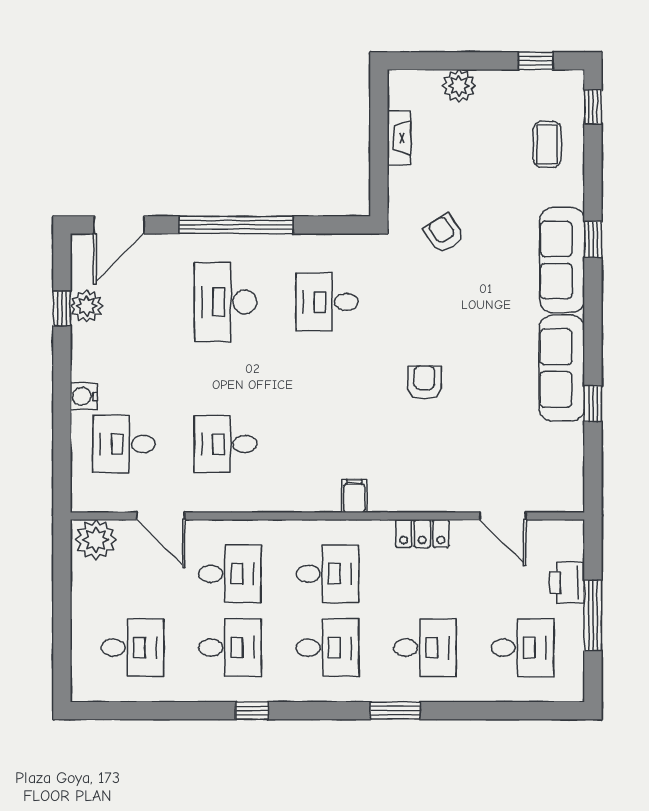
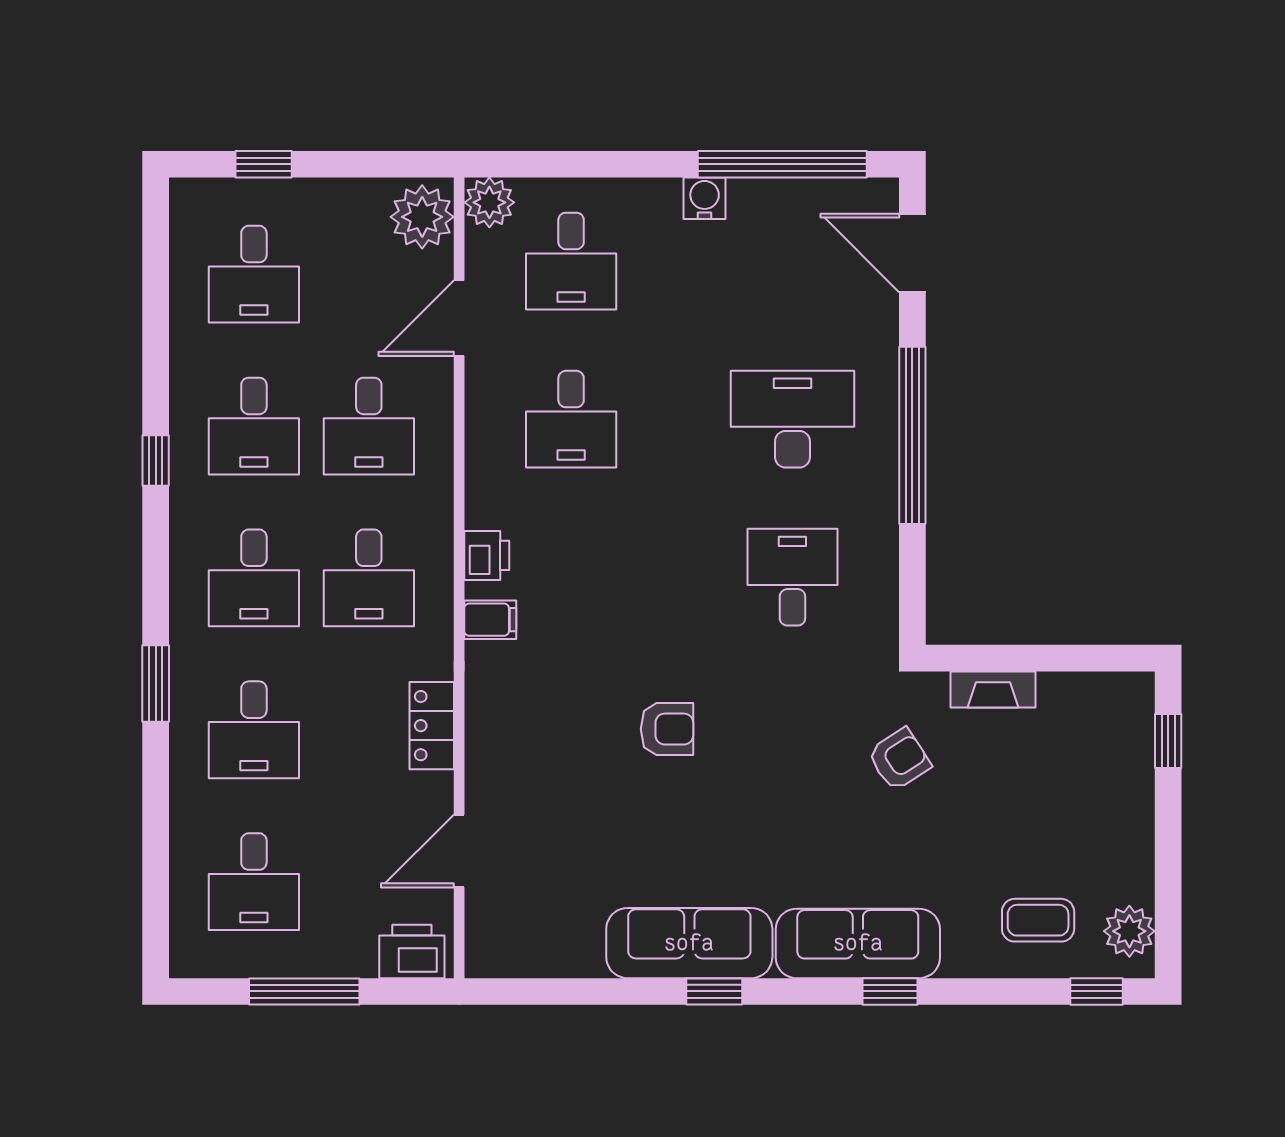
window: (536, 61) -> (1168, 741), moved
plant: (459, 86) -> (1129, 931), moved
fireplace: (399, 138) -> (993, 689), moved
plant: (86, 306) -> (489, 202), moved
window: (62, 309) -> (782, 164), width x3.17
water cooler: (84, 396) -> (705, 198), moved
window: (593, 404) -> (714, 991), moved
desk: (124, 444) -> (571, 261), turned 180
desk: (226, 444) -> (571, 419), turned 180
printer: (313, 498) -> (487, 555), added
printer: (567, 583) -> (412, 951), moved
window: (62, 641) -> (264, 164), added

